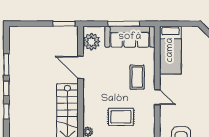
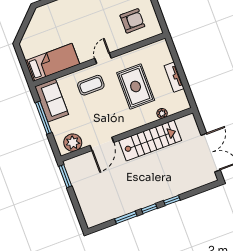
sofa: (130, 37) -> (52, 100), width x0.73
rug: (121, 117) -> (136, 87), width x1.36, depth x1.43

